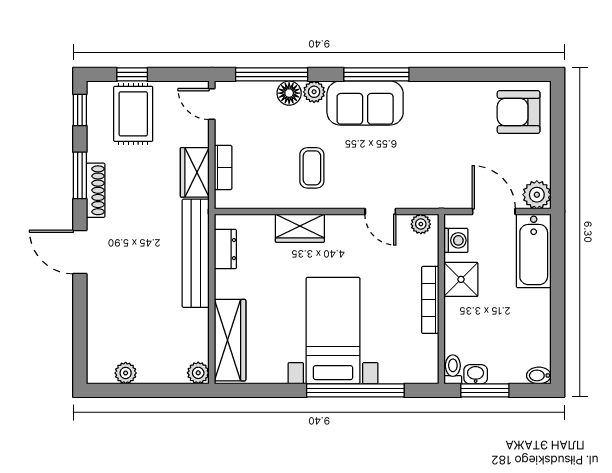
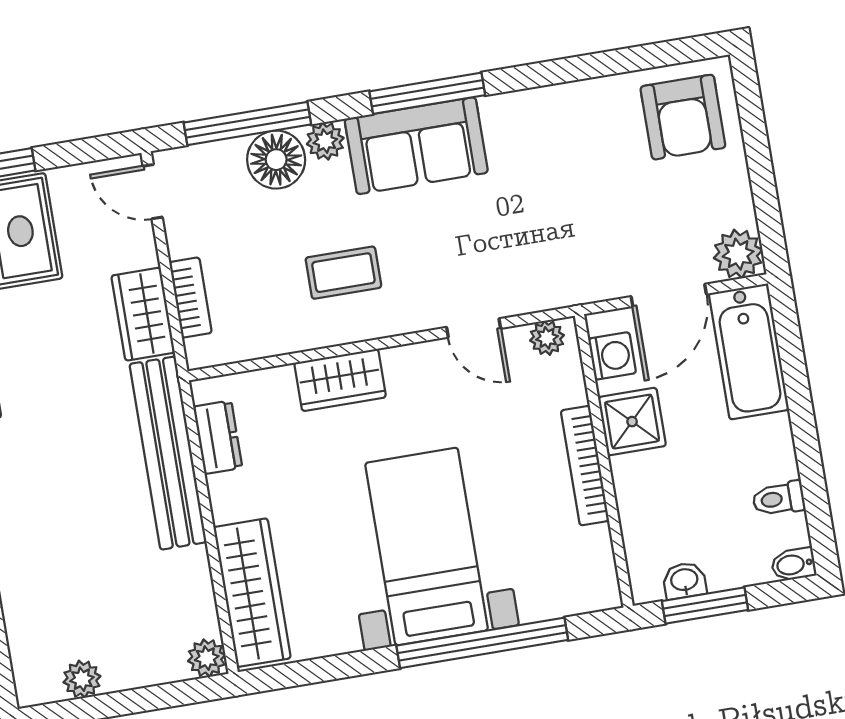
floor lamp: (289, 93) -> (276, 160), width x1.38, depth x1.38
armchair: (519, 112) -> (683, 117), turned -90
coffee table: (312, 168) -> (343, 273), turned 90
door: (494, 212) -> (669, 295), swing flipped
toilet: (453, 369) -> (779, 499), moved, turned -90

